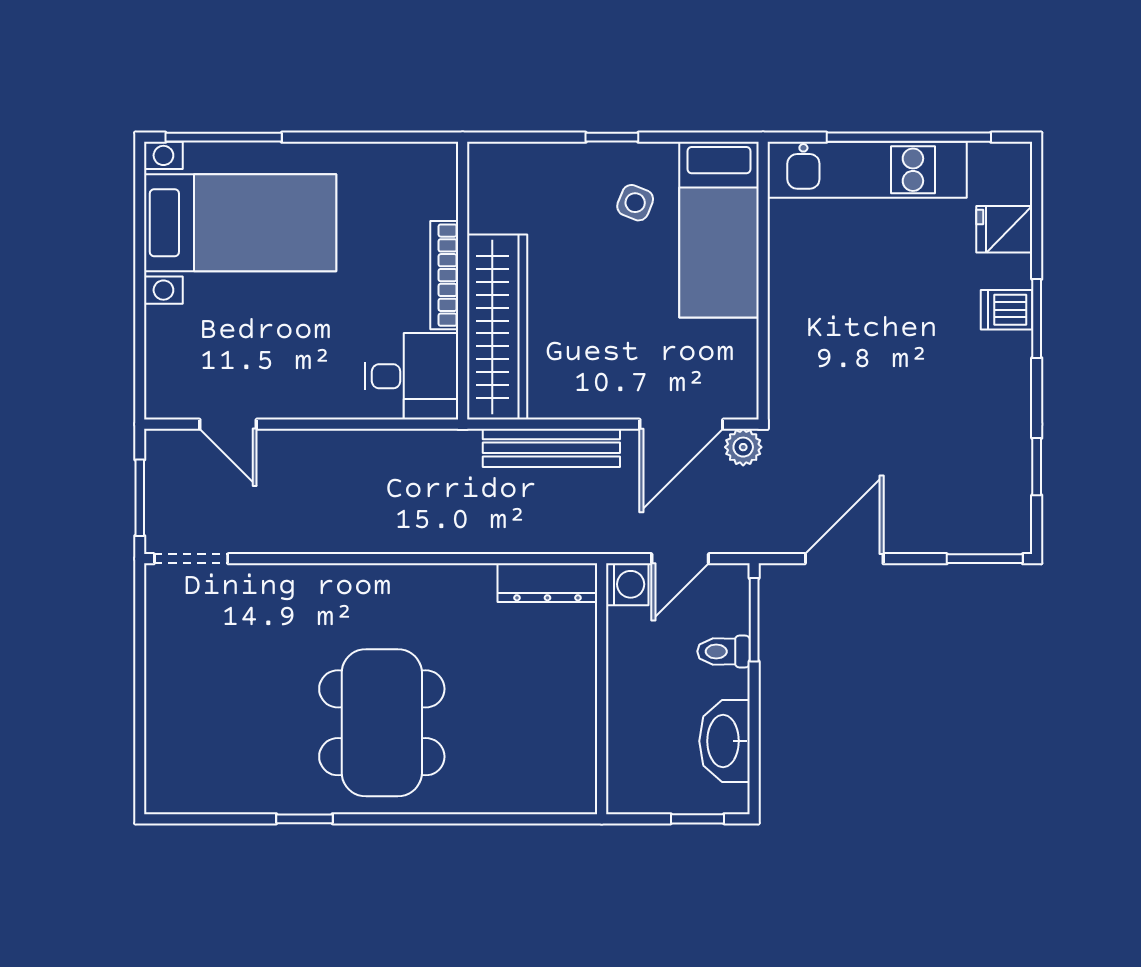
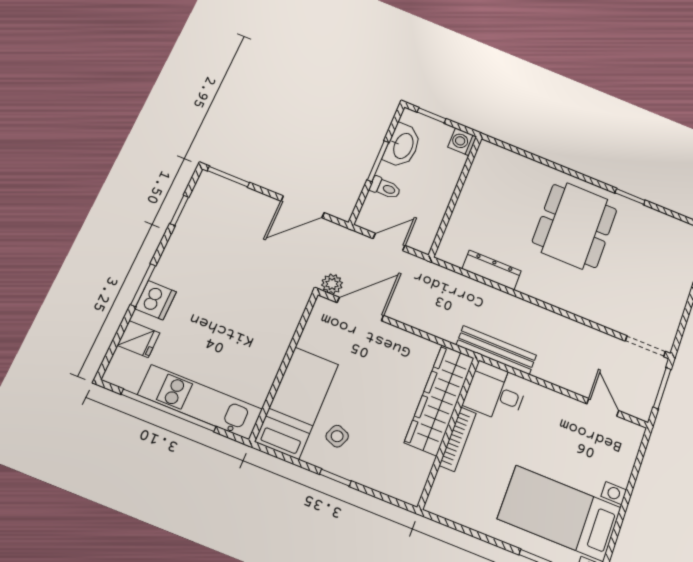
dishwasher: (1007, 310) -> (156, 300), width x1.38
bench: (551, 448) -> (496, 350), moved
dresser: (547, 583) -> (492, 270), moved
washing machine: (627, 584) -> (462, 142), moved
window: (754, 620) -> (378, 161), moved

